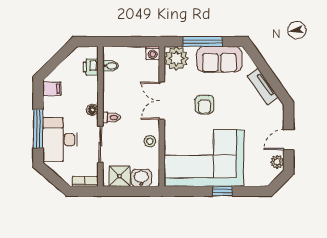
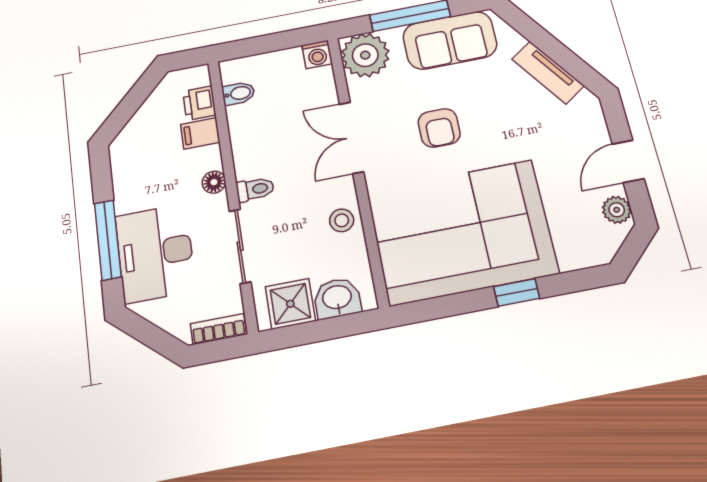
filing cabinet: (52, 89) -> (200, 133), moved, turned 180

